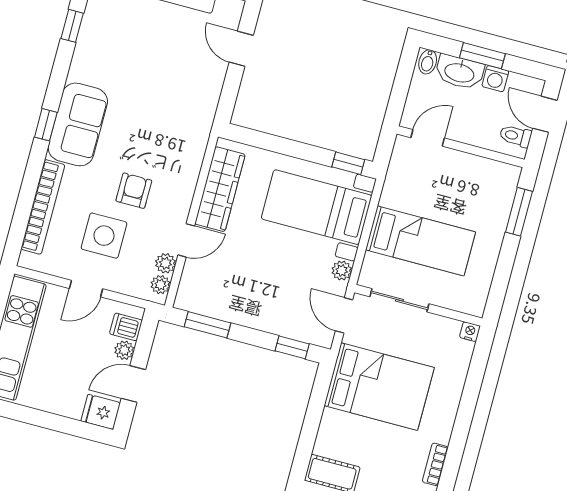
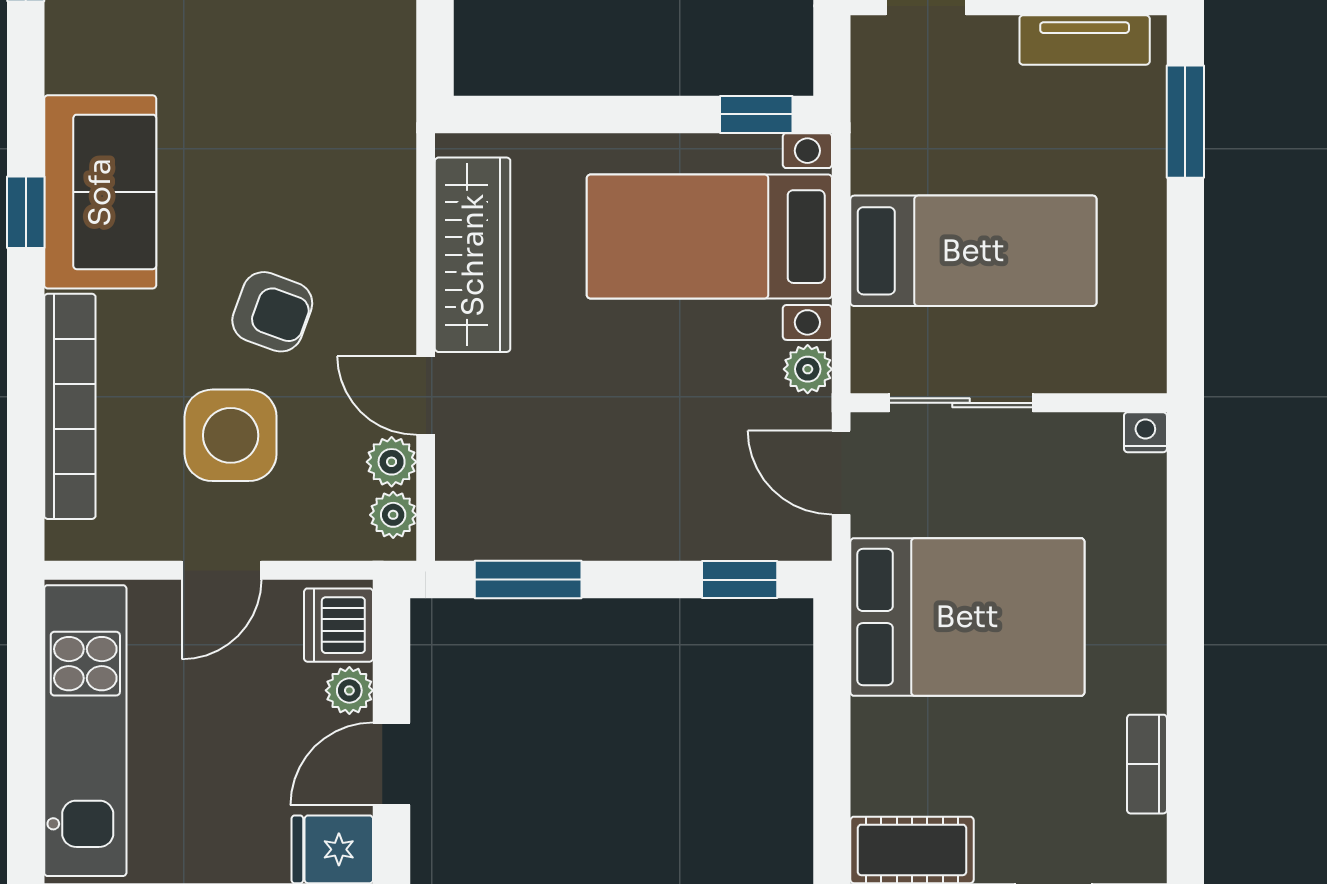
tv unit: (487, 168) -> (1085, 40), added
armchair: (134, 191) -> (272, 312), turned 110
door: (186, 240) -> (426, 395), swing flipped
dishwasher: (126, 327) -> (339, 625), width x1.38

